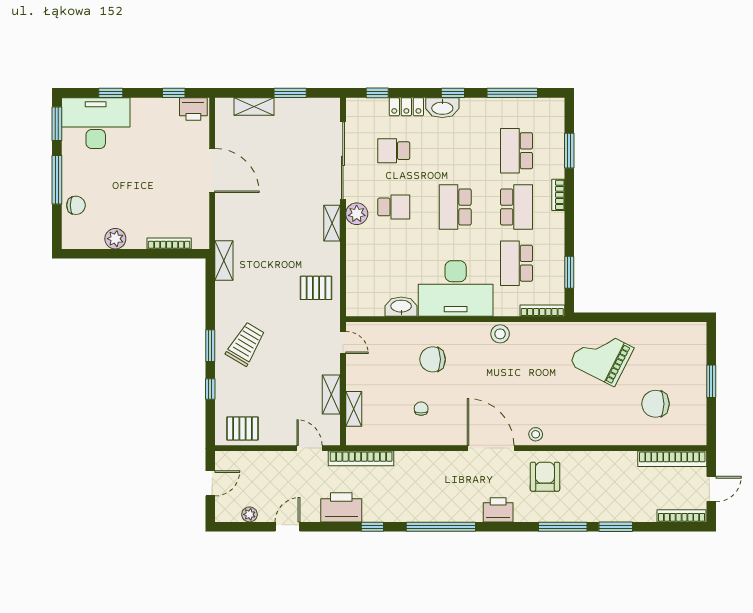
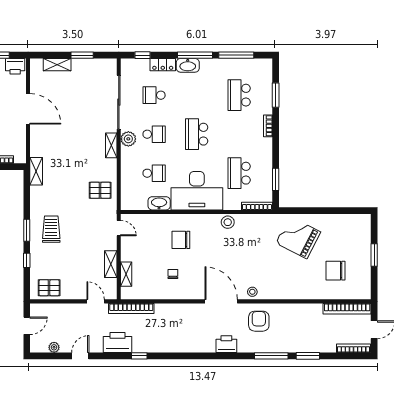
window: (453, 93) -> (195, 55), width x2.17
school desk: (517, 207) -> (154, 173), moved, width x0.54
trolley: (246, 344) -> (51, 229), turned -31
window: (441, 527) -> (187, 356), removed

